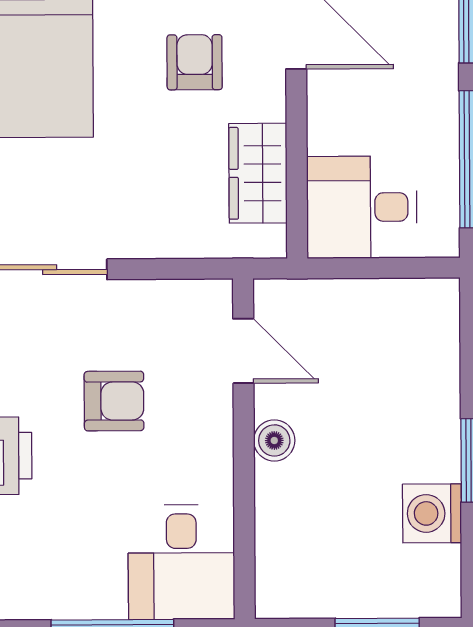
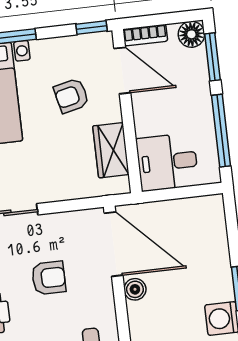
armchair: (195, 62) -> (71, 96), turned -103
door: (243, 351) -> (114, 244), width x1.87

